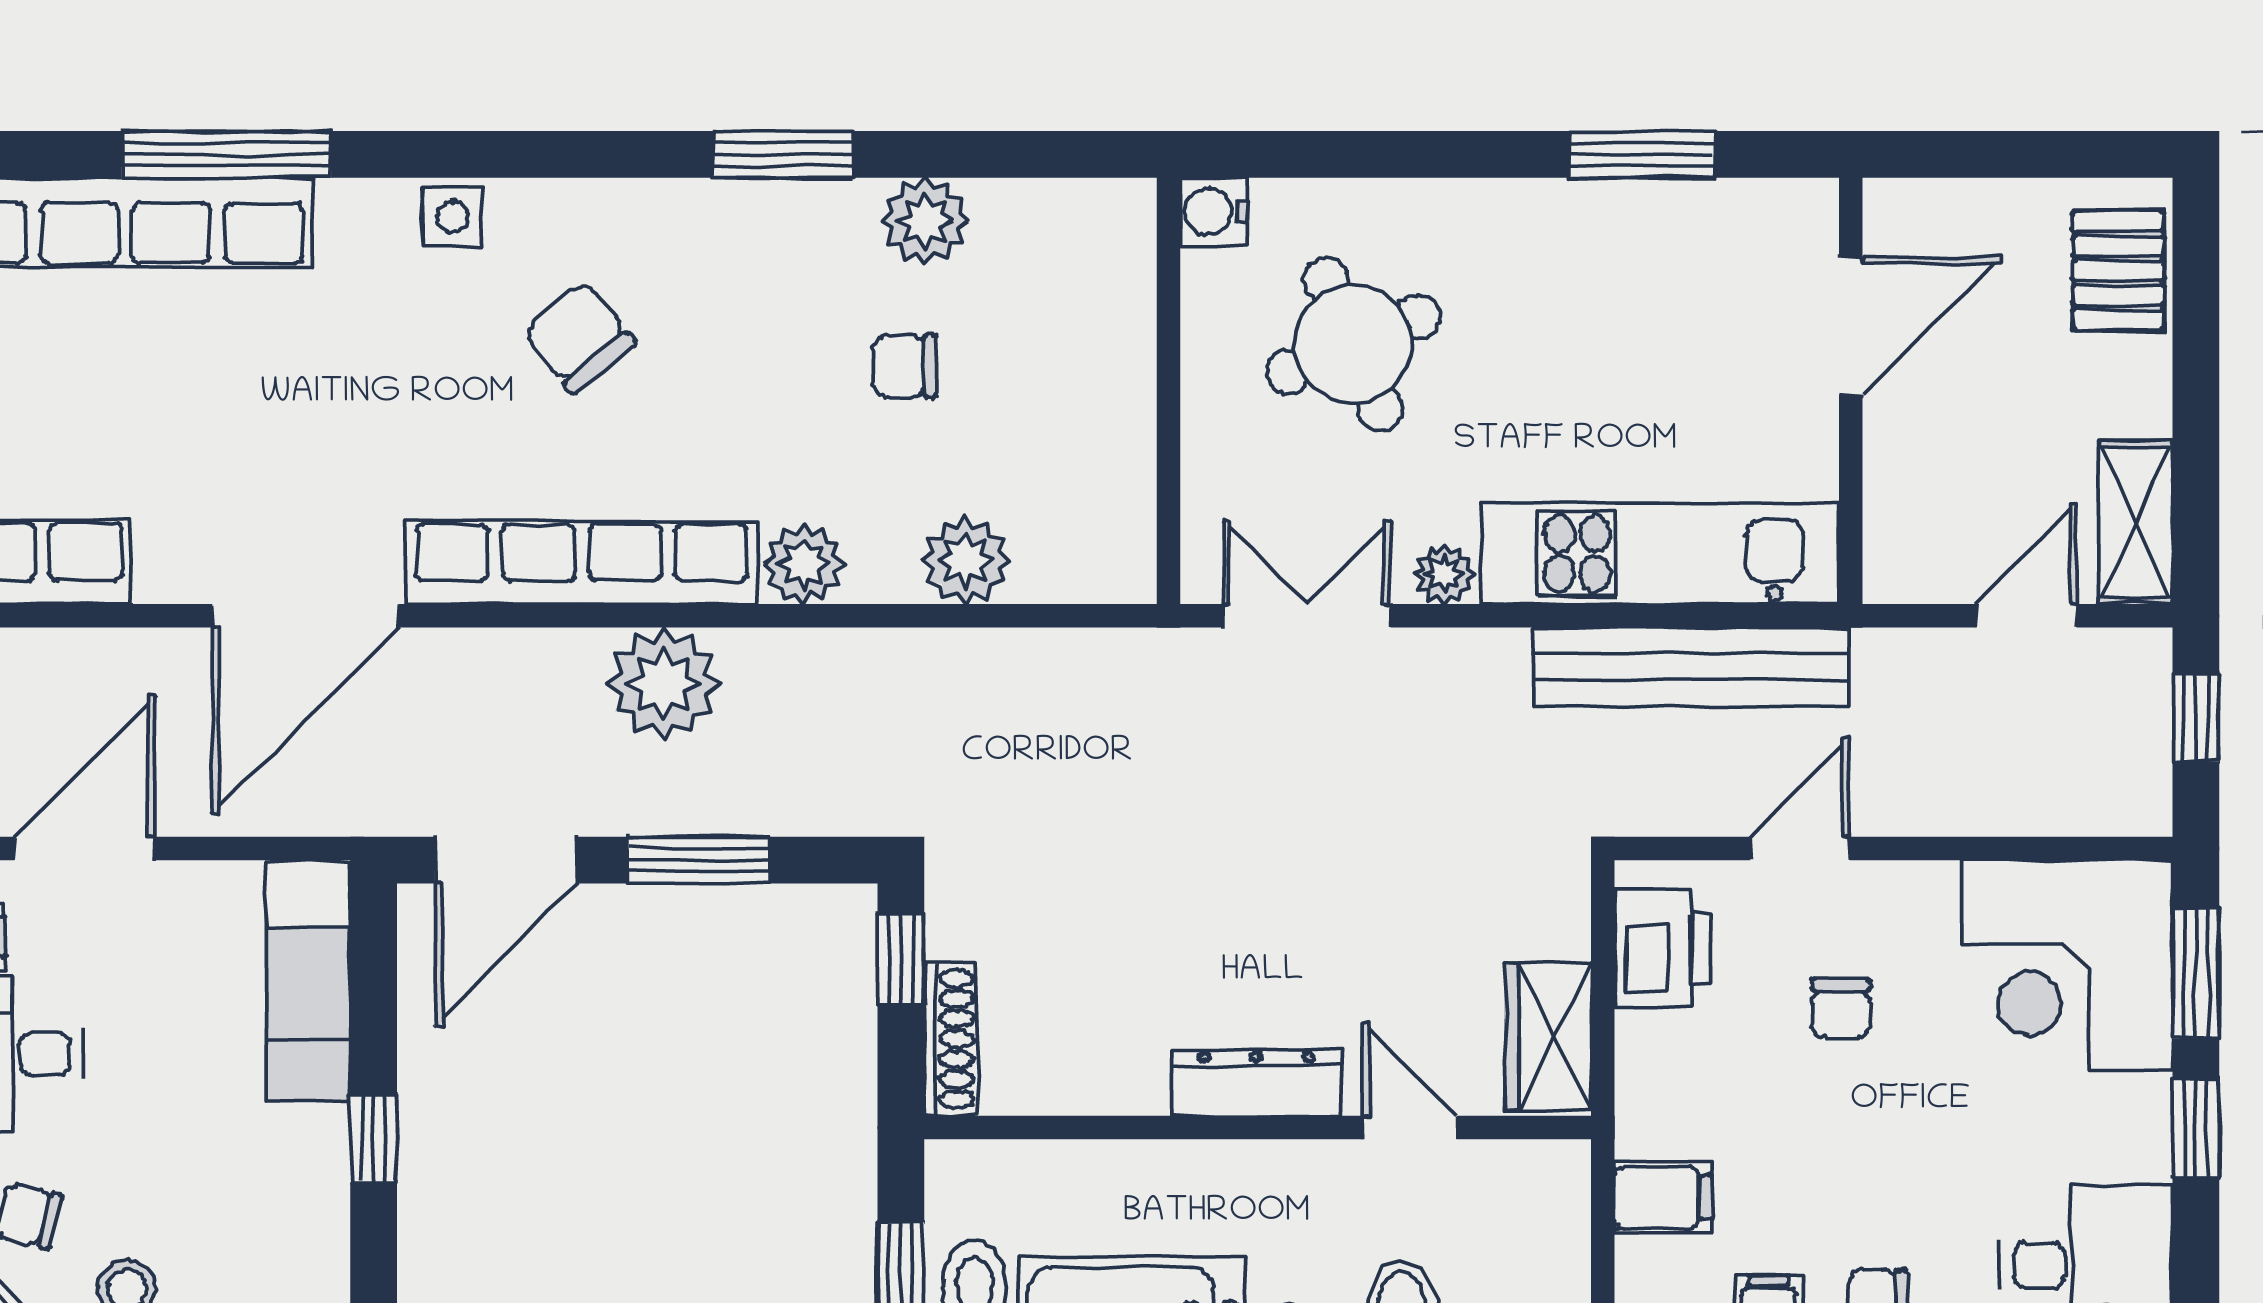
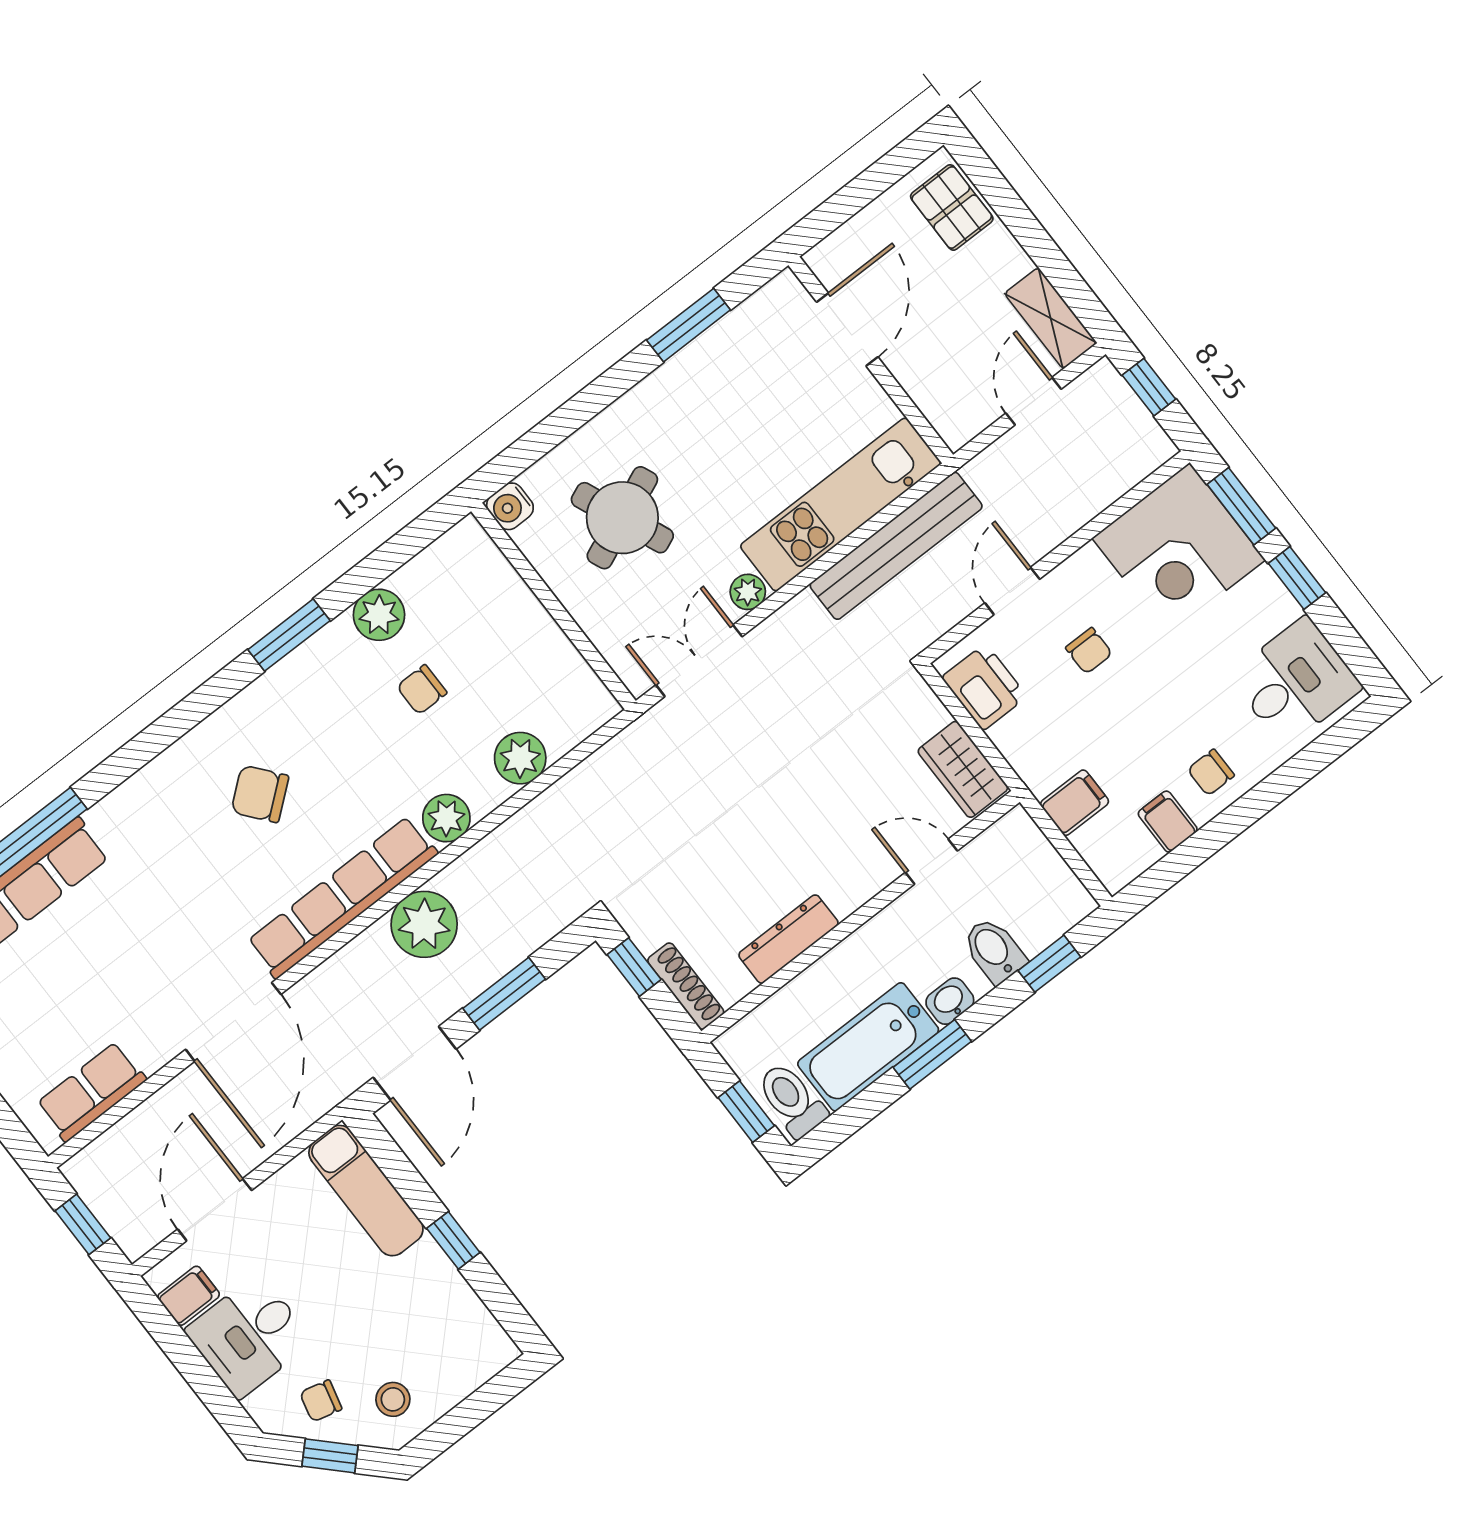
side table: (452, 217) -> (157, 783), removed
dresser: (1256, 1083) -> (788, 939), moved

